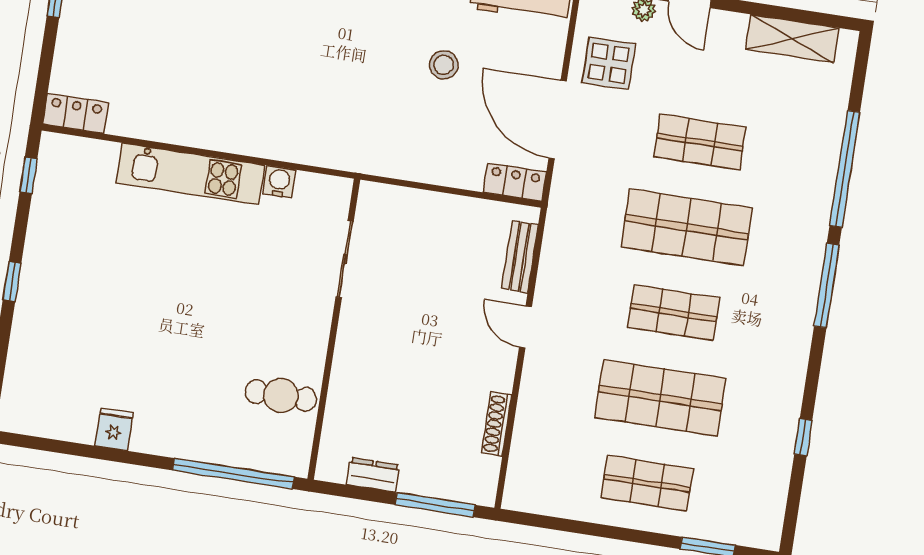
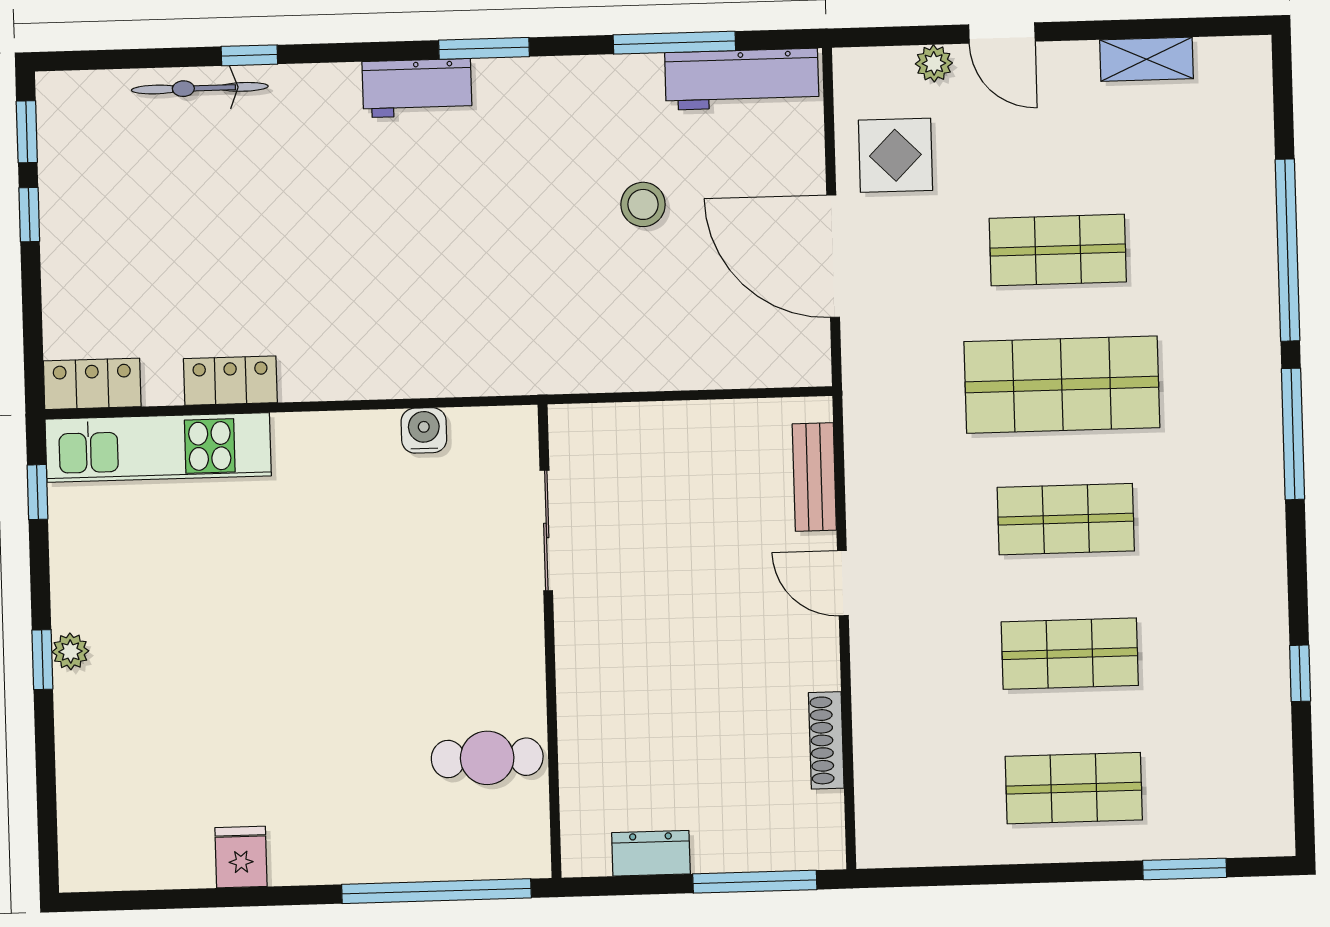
shelving: (792, 39) -> (1147, 59), width x0.67, depth x0.75
kitchen unit: (190, 174) -> (158, 447), moved
locker: (515, 182) -> (230, 381), moved
plant: (31, 280) -> (70, 651), added
shop shelf: (660, 398) -> (1070, 654), width x0.70, depth x0.74

